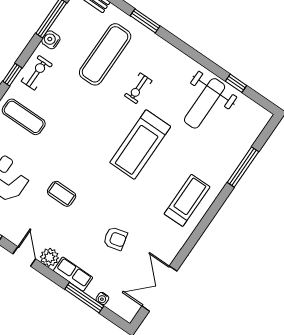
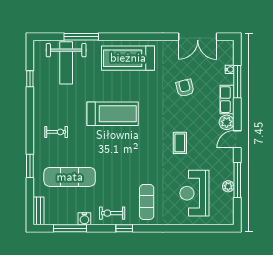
exercise bike: (138, 88) -> (56, 132), moved
weight bench: (205, 103) -> (66, 63), moved, turned 90
treadmill: (187, 200) -> (128, 58), width x1.37, depth x1.38

